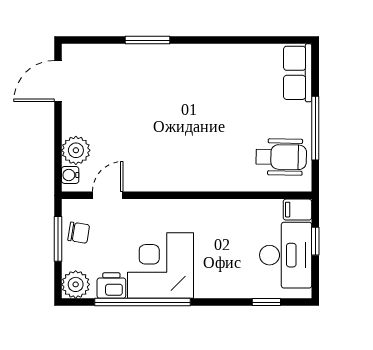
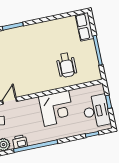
wheelchair: (281, 157) -> (66, 65), moved, turned 89
filing cabinet: (297, 210) -> (97, 89), removed
corner desk: (160, 266) -> (57, 108), moved, turned 180

